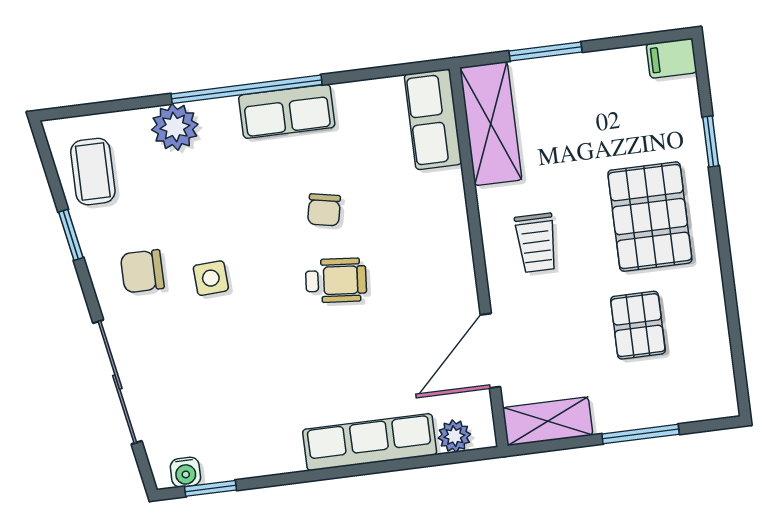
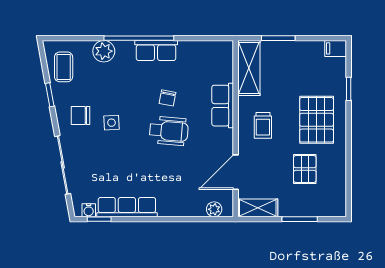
row of seats: (433, 119) -> (223, 106), moved
wheelchair: (336, 280) -> (169, 131), width x1.36, depth x1.37
row of seats: (370, 442) -> (127, 207), moved

